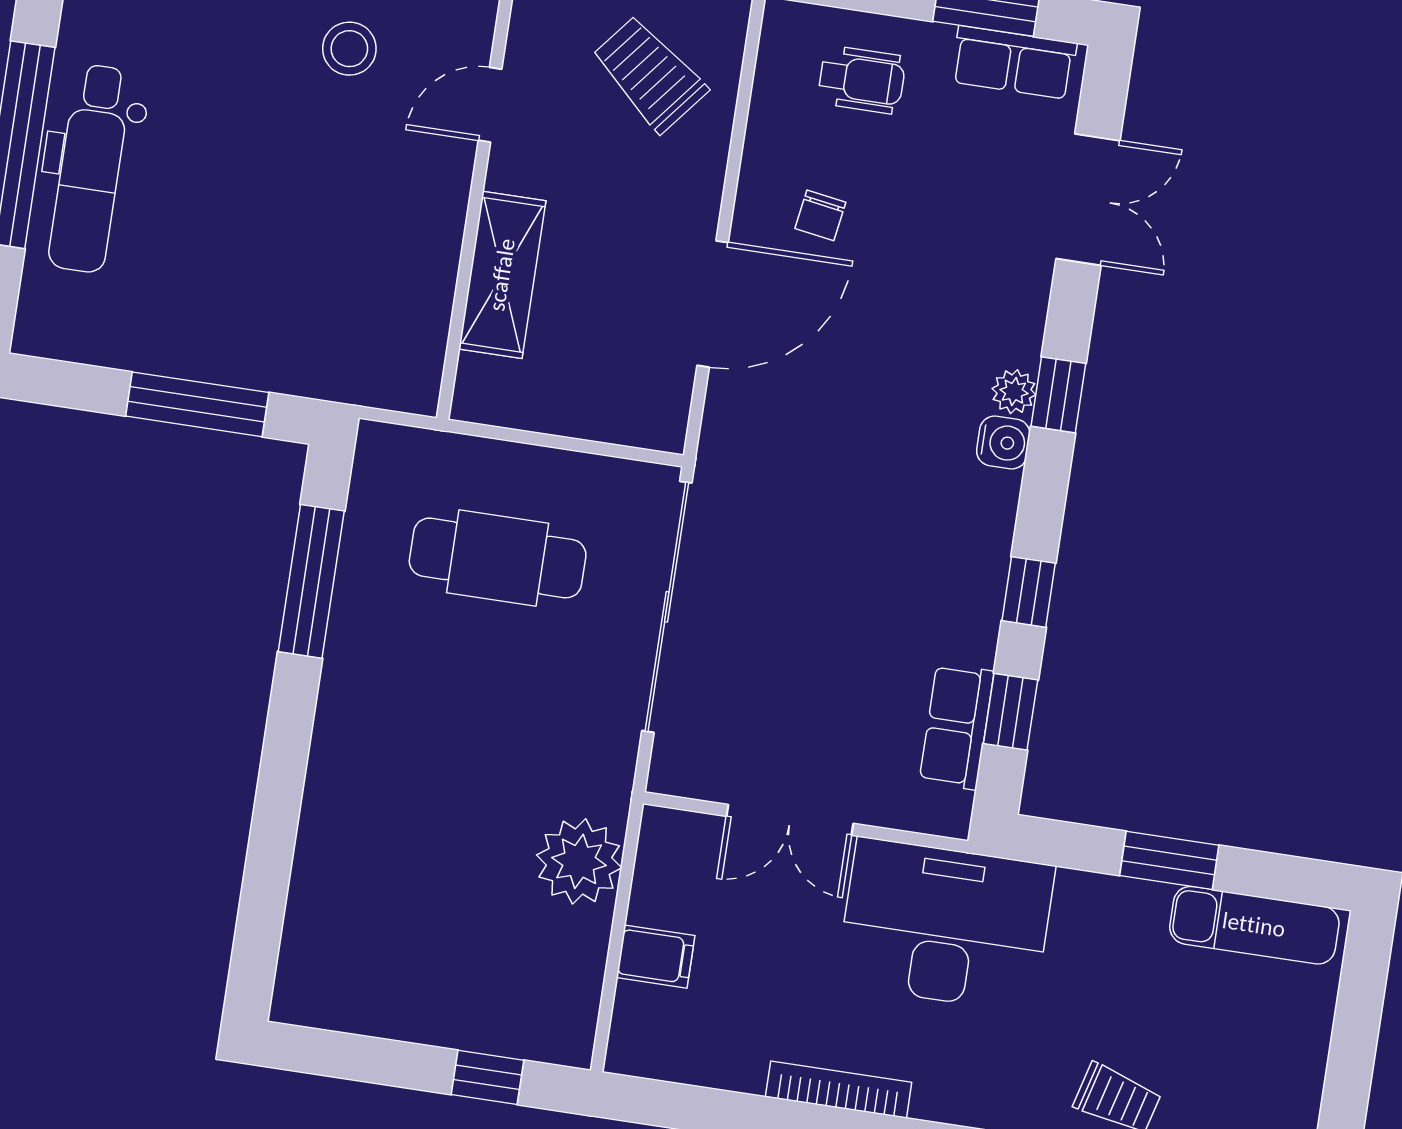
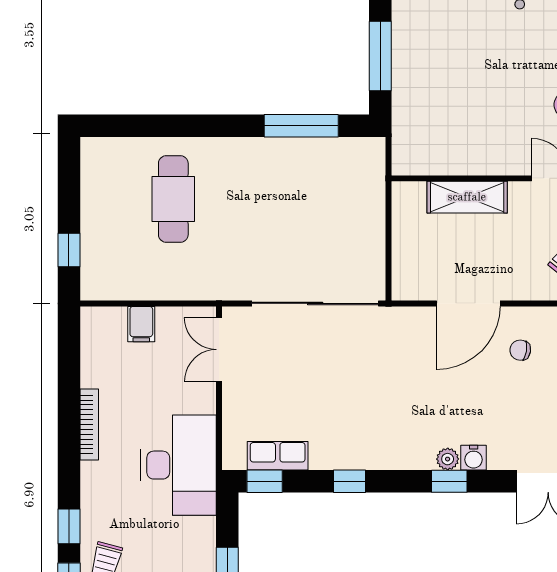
door: (713, 304) -> (468, 303), hinge flipped
water cooler: (1003, 442) -> (474, 458), moved
cafe table: (498, 558) -> (173, 199), moved
window: (1011, 712) -> (265, 481), moved
double door: (790, 820) -> (219, 350), moved
plant: (579, 861) -> (183, 279), removed

